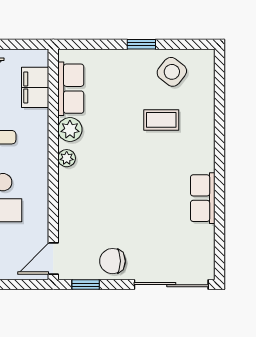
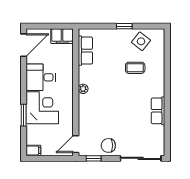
filing cabinet: (35, 87) -> (62, 36), moved, turned -90
plant: (70, 130) -> (85, 73), removed

